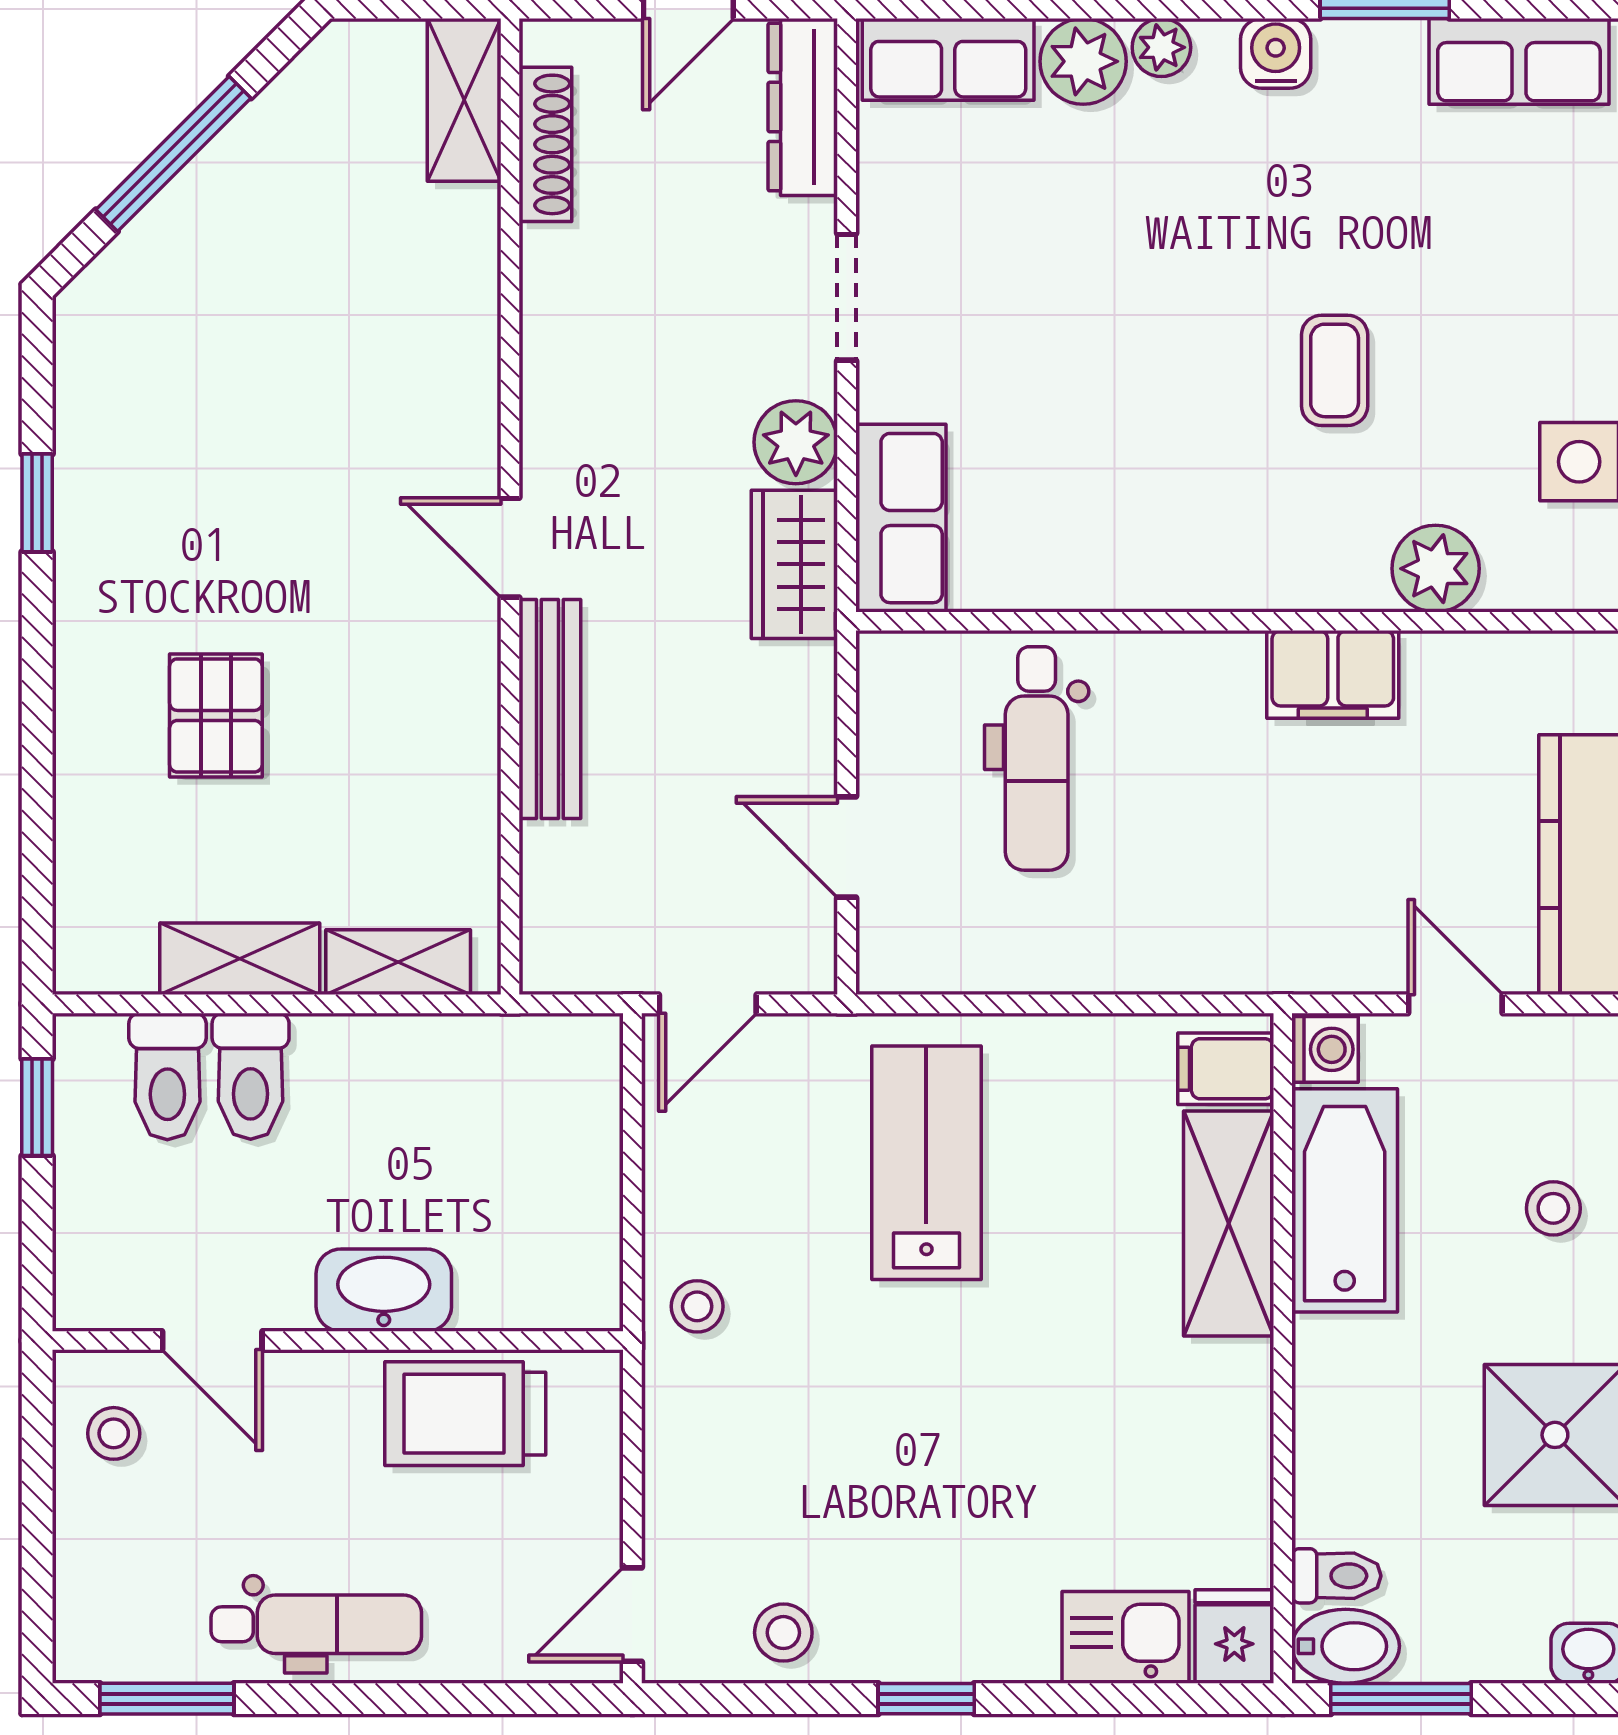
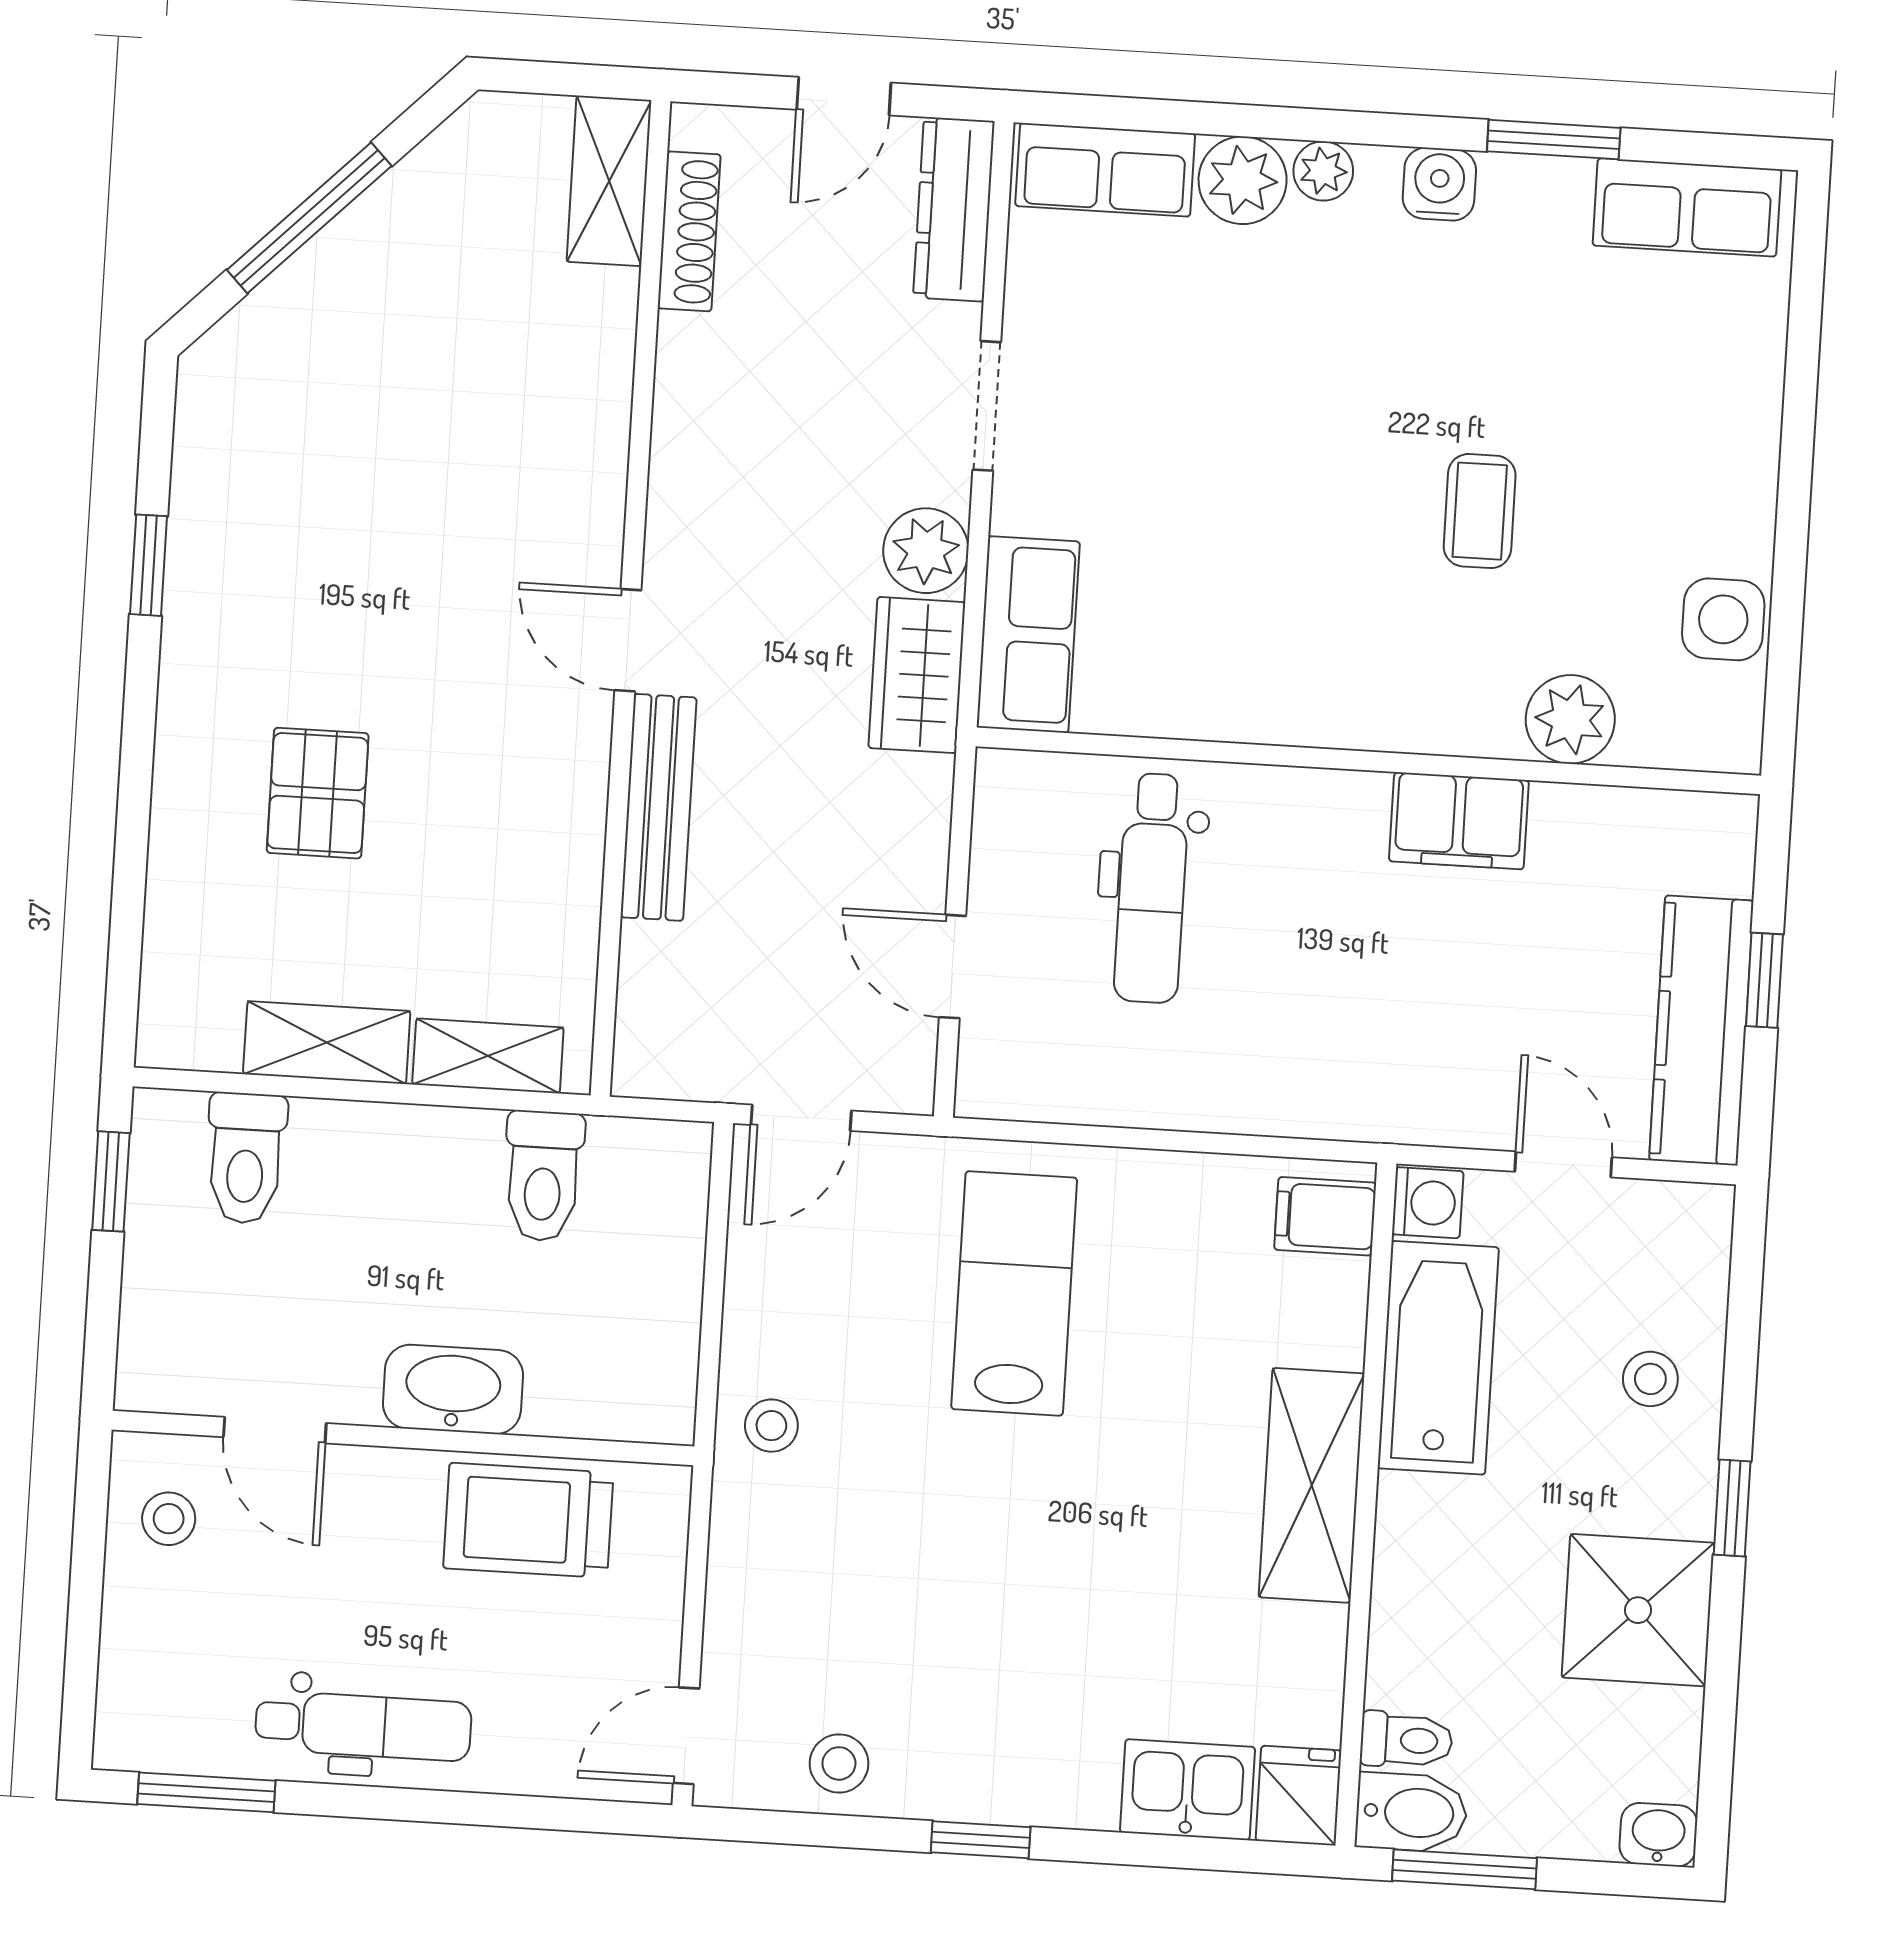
toilet: (251, 1076) -> (543, 1176), moved
shelving: (1229, 1223) -> (1312, 1485), moved

